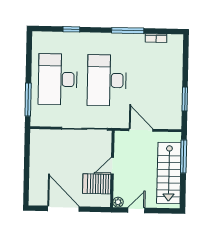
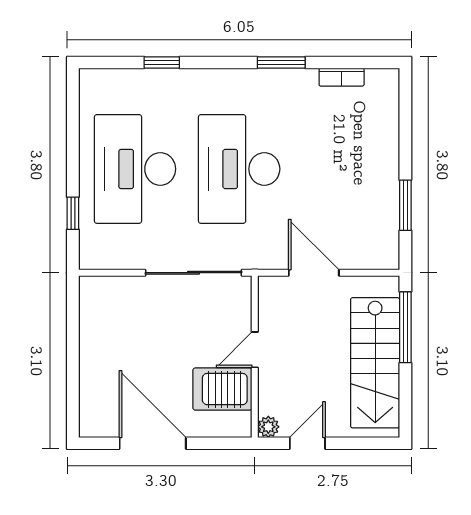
window: (128, 31) -> (281, 62), width x0.69
window: (28, 100) -> (73, 213), width x0.46

